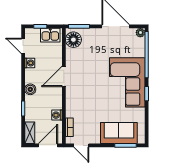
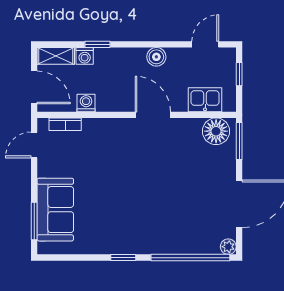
kitchen sink: (50, 35) -> (205, 100), moved, turned 90
washing machine: (30, 63) -> (85, 56), moved
corner sofa: (127, 82) -> (142, 224), removed
boiler: (30, 89) -> (156, 57), moved

